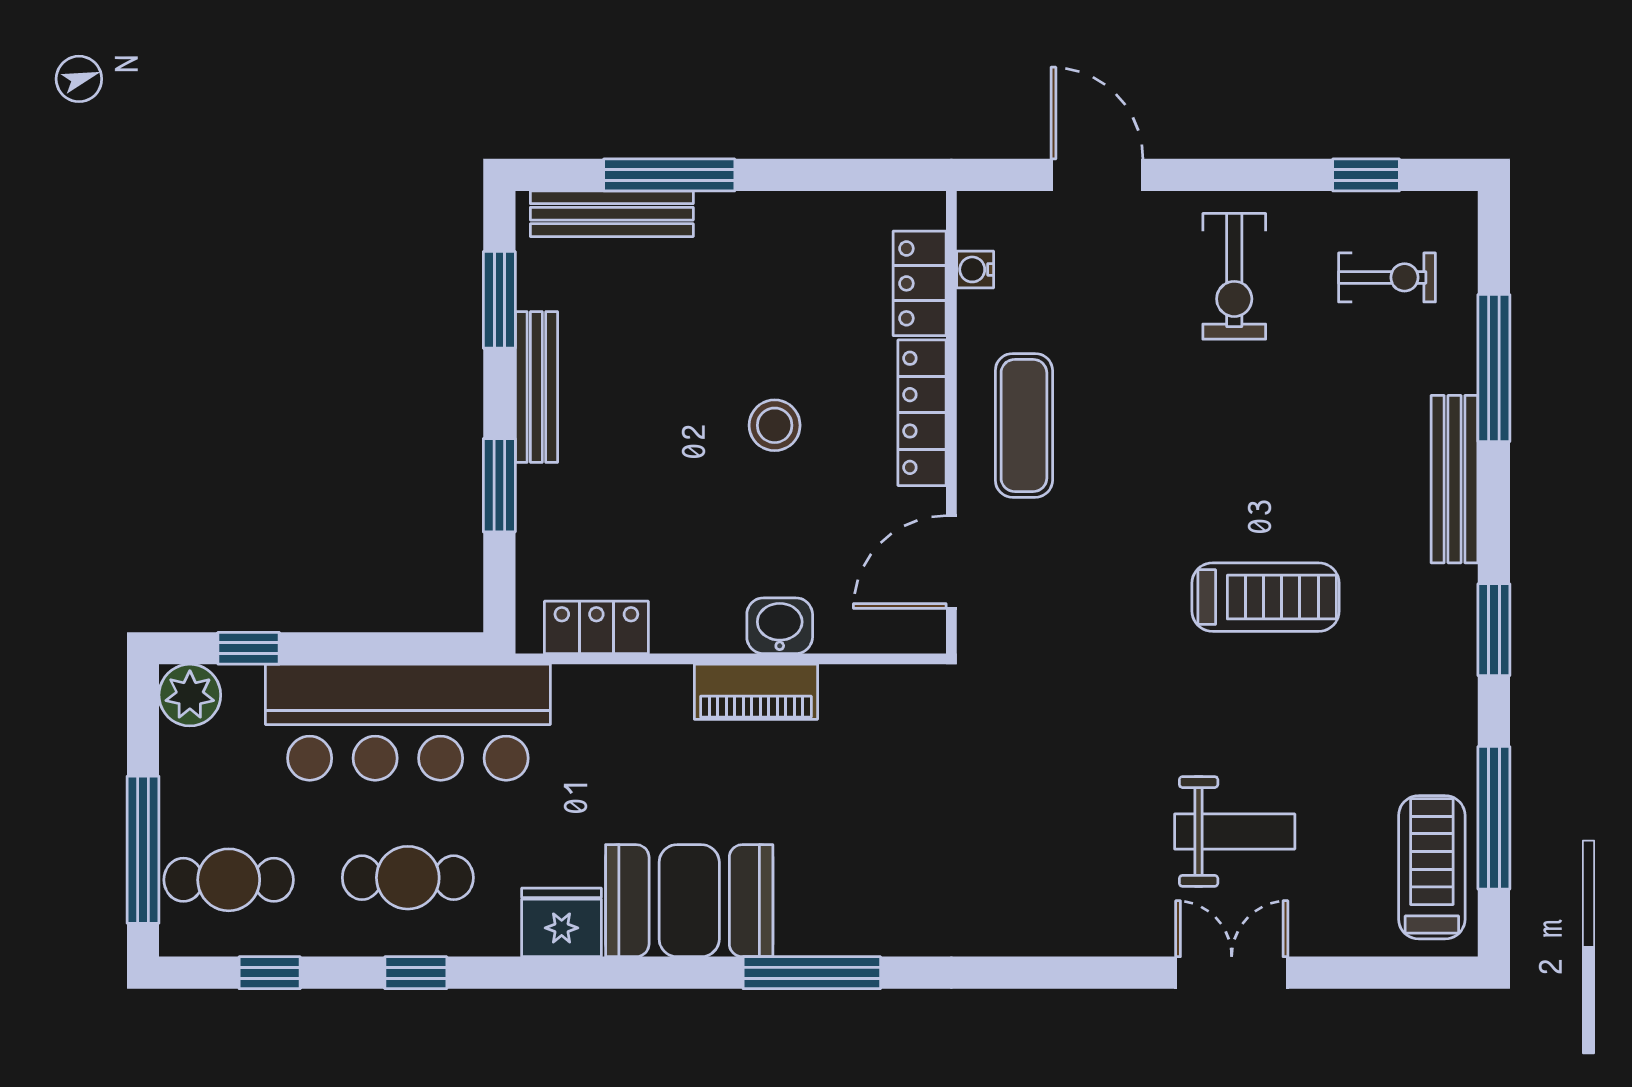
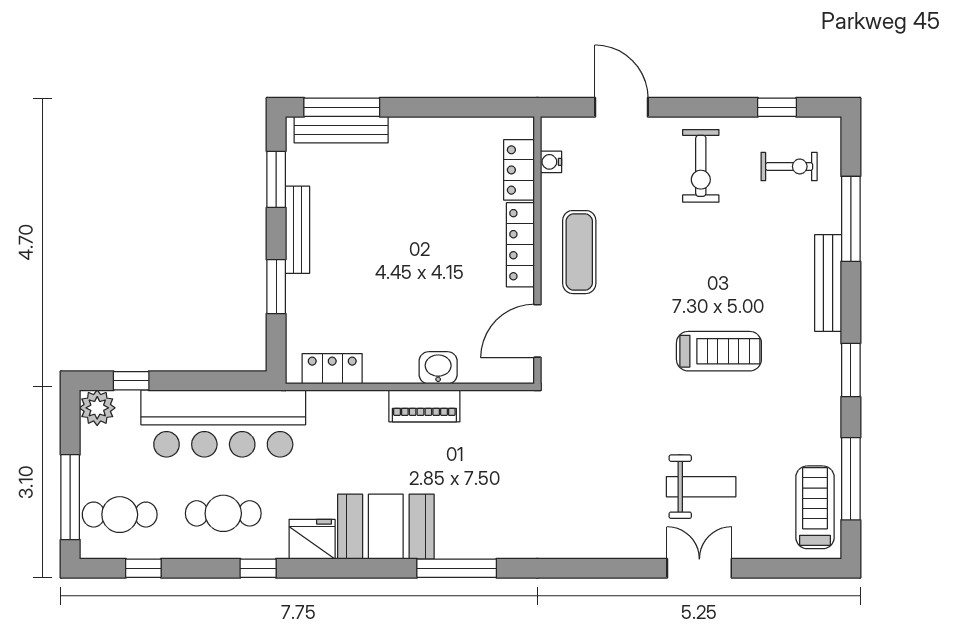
window: (669, 175) -> (342, 107), moved
stool: (775, 425) -> (435, 252), removed
window: (416, 973) -> (258, 568), moved

